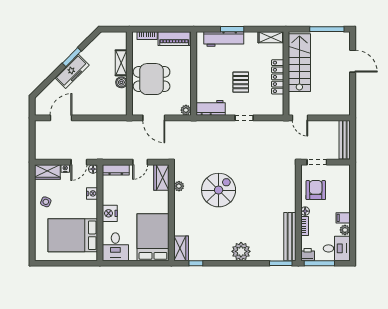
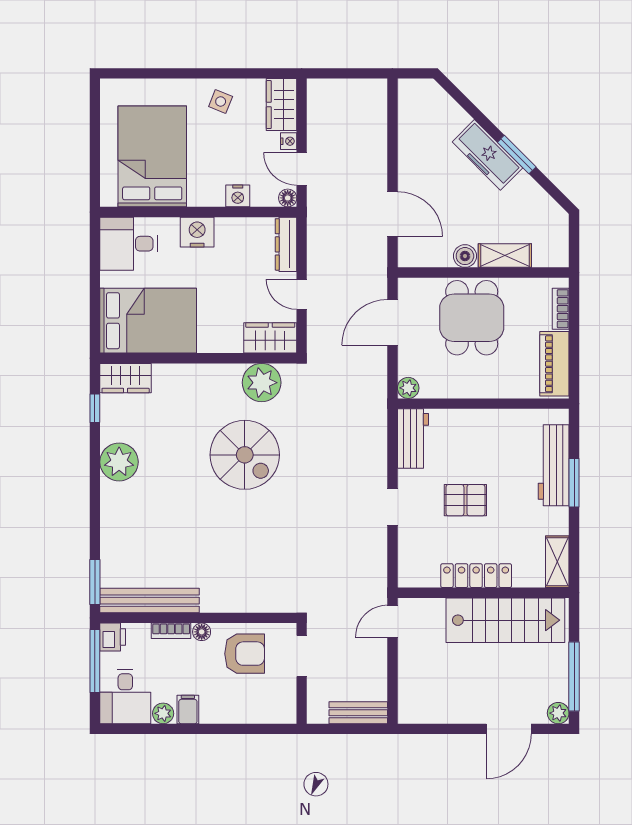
plant: (345, 37) -> (558, 713), added
door: (61, 118) -> (392, 214), moved
bench: (345, 140) -> (358, 713), width x0.73
plant: (179, 186) -> (262, 383), width x1.88, depth x1.88
plant: (241, 251) -> (119, 462), moved

